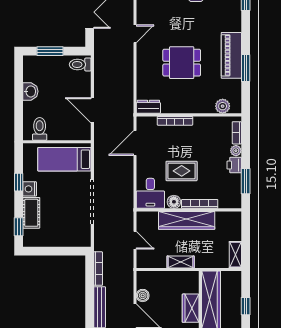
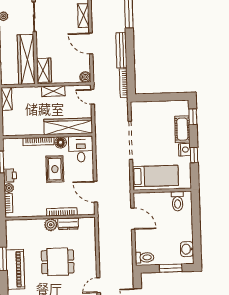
washbasin: (30, 91) -> (187, 249), moved
plant: (223, 106) -> (51, 225), moved
dresser: (148, 107) -> (68, 224), moved
door: (135, 143) -> (95, 192), swing flipped
rug: (182, 171) -> (55, 169), turned 90
wardrobe: (187, 220) -> (68, 126), moved
door: (135, 240) -> (93, 97), moved
boiler: (143, 295) -> (85, 77), moved
wardrobe: (191, 308) -> (44, 70), moved

